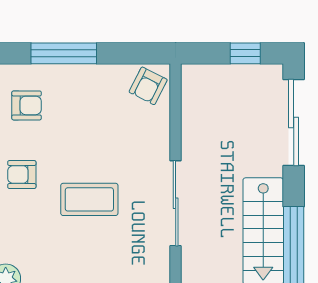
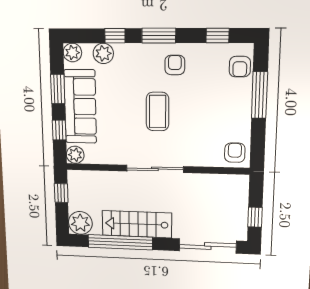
armchair: (148, 86) -> (235, 153), turned 63
armchair: (27, 105) -> (240, 67), moved

